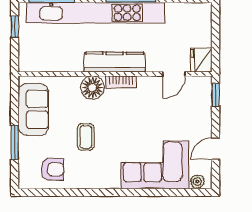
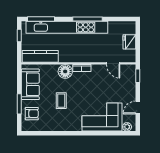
fridge: (201, 60) -> (129, 42), moved
kitchen counter: (115, 62) -> (40, 56), moved
door: (174, 74) -> (113, 63), hinge flipped
armchair: (53, 169) -> (32, 114), moved

